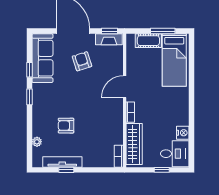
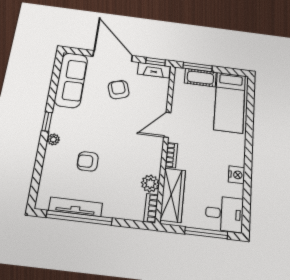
window: (163, 31) -> (198, 67), moved
window: (29, 70) -> (53, 91), removed
nightstand: (183, 133) -> (237, 175), moved
plant: (116, 137) -> (150, 184), added
plant: (37, 142) -> (53, 139), moved
window: (66, 170) -> (79, 218), width x3.17
window: (162, 170) -> (206, 233), width x2.17

